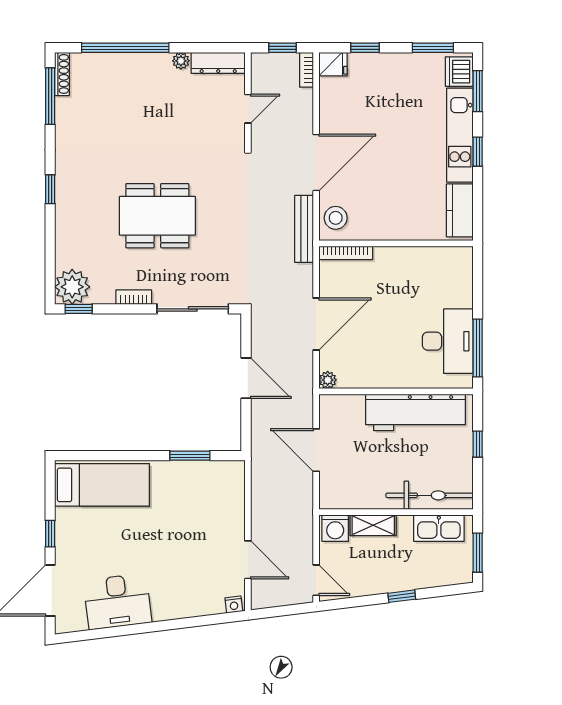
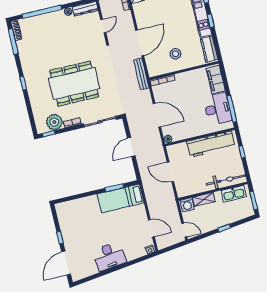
dining table: (157, 216) -> (74, 84), width x1.36, depth x1.24
stool: (336, 218) -> (175, 54), moved
filing cabinet: (458, 278) -> (216, 80), added
plant: (72, 287) -> (54, 122), moved
door: (316, 324) -> (157, 115), hinge flipped
door: (246, 378) -> (131, 147), swing flipped
bed: (102, 485) -> (121, 198), moved, turned 180
desk: (118, 601) -> (109, 256), moved

